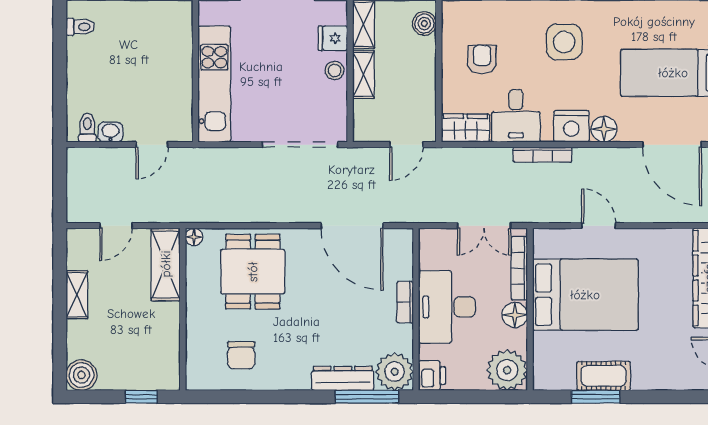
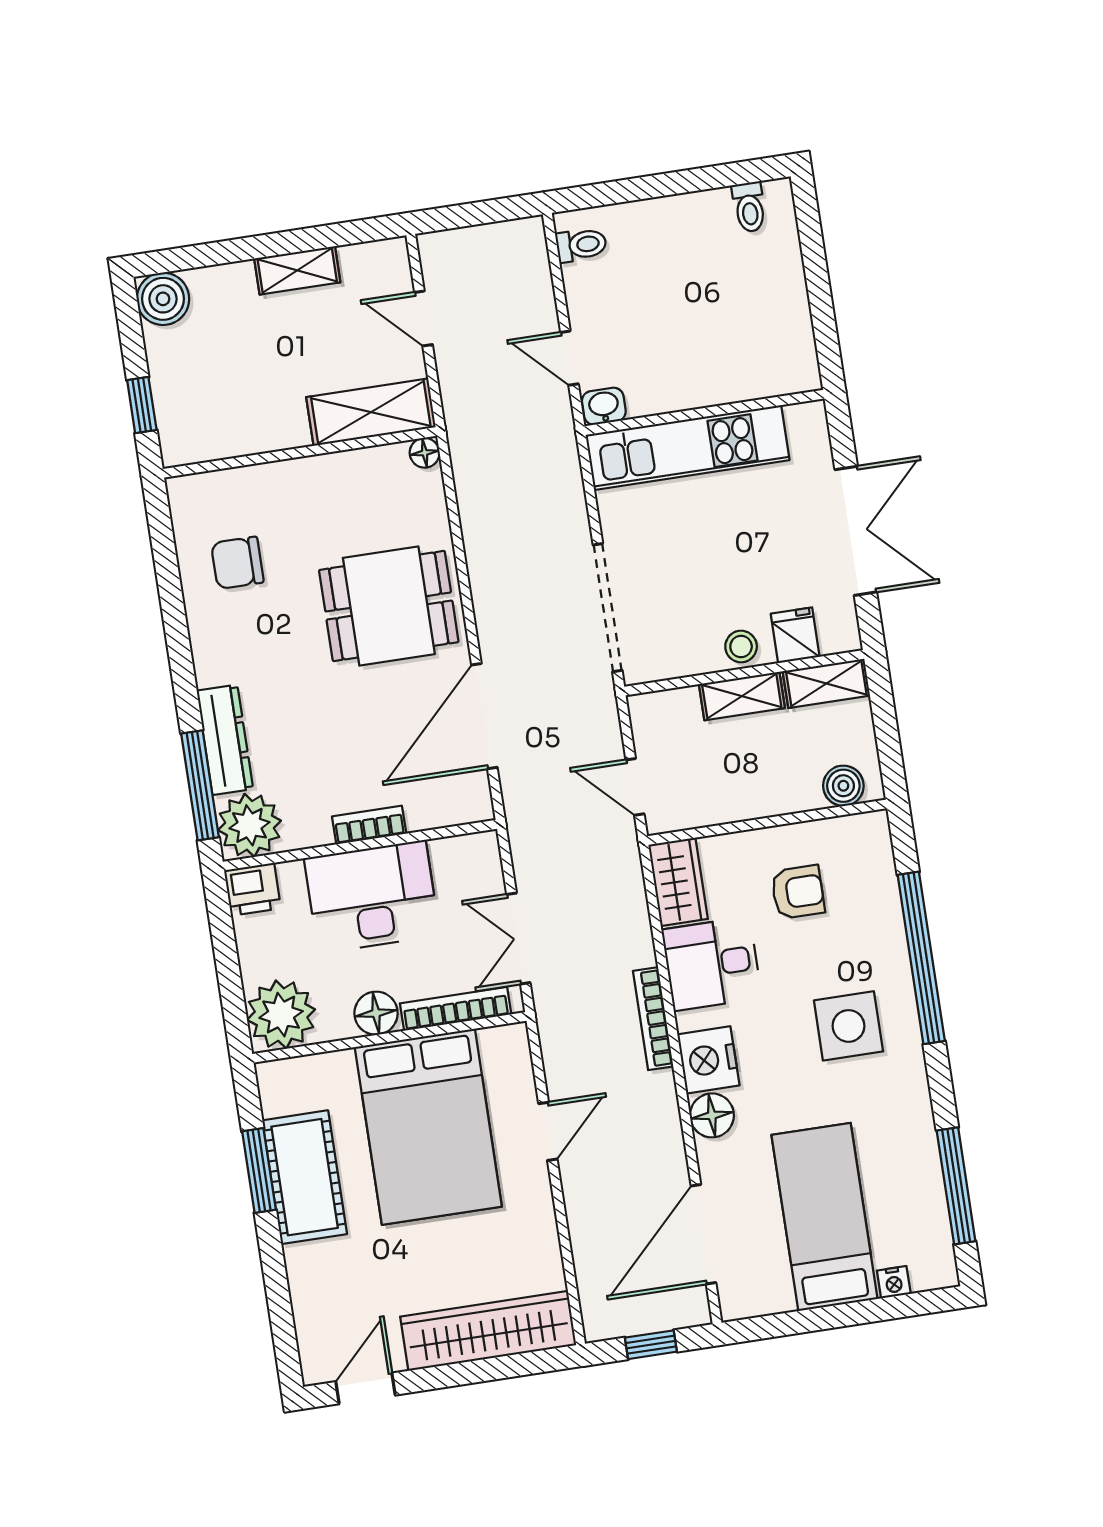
washbasin: (110, 132) -> (604, 406), moved, turned -90
dining table: (253, 272) -> (389, 606), moved
cot: (604, 376) -> (305, 1177), width x1.37, depth x1.34

